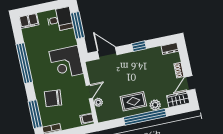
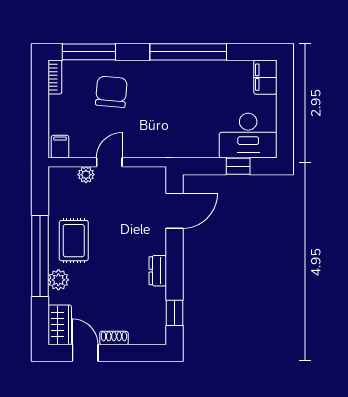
desk: (60, 19) -> (248, 136), width x1.37
window: (77, 25) -> (238, 166), width x0.46
window: (139, 46) -> (174, 313), moved
dresser: (170, 49) -> (158, 271), moved
corner desk: (66, 63) -> (173, 130), removed
door: (89, 92) -> (109, 162), swing flipped

